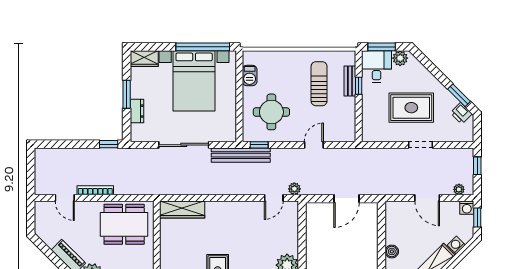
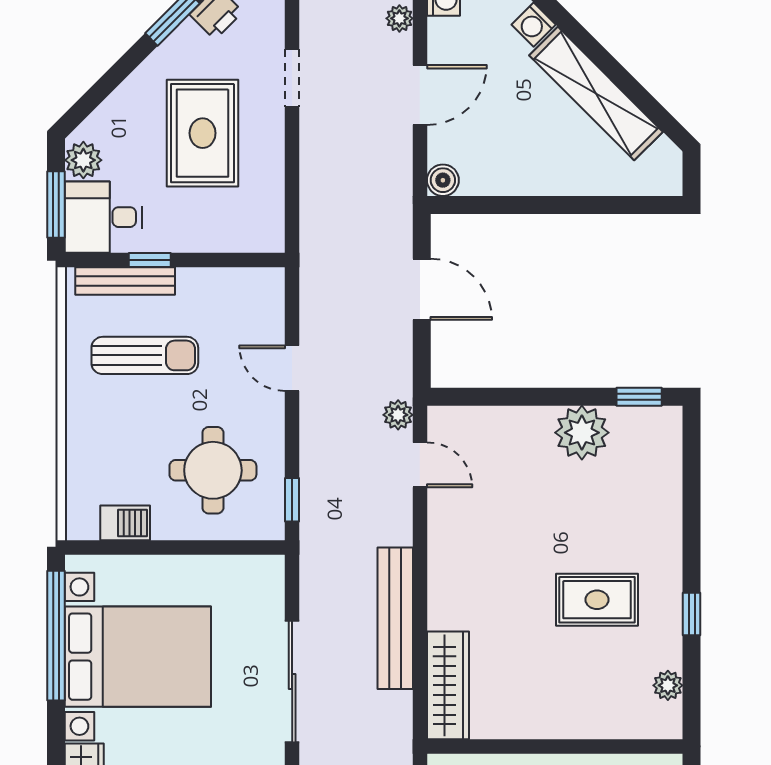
bench: (350, 81) -> (125, 281), width x1.36
sun lounger: (319, 84) -> (145, 355), turned 180
doorway: (421, 145) -> (292, 78), moved
bench: (241, 155) -> (395, 618), moved
boiler: (392, 251) -> (443, 180), moved

